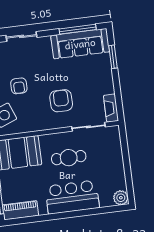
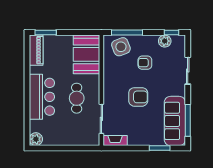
armchair: (61, 101) -> (138, 97), moved

